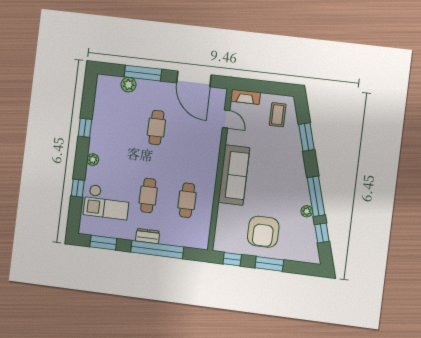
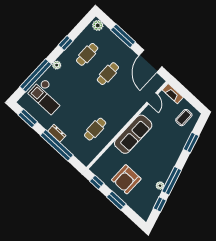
plant: (129, 85) -> (98, 25), moved
window: (78, 188) -> (36, 75), width x3.17
cafe table: (148, 195) -> (87, 54), moved

